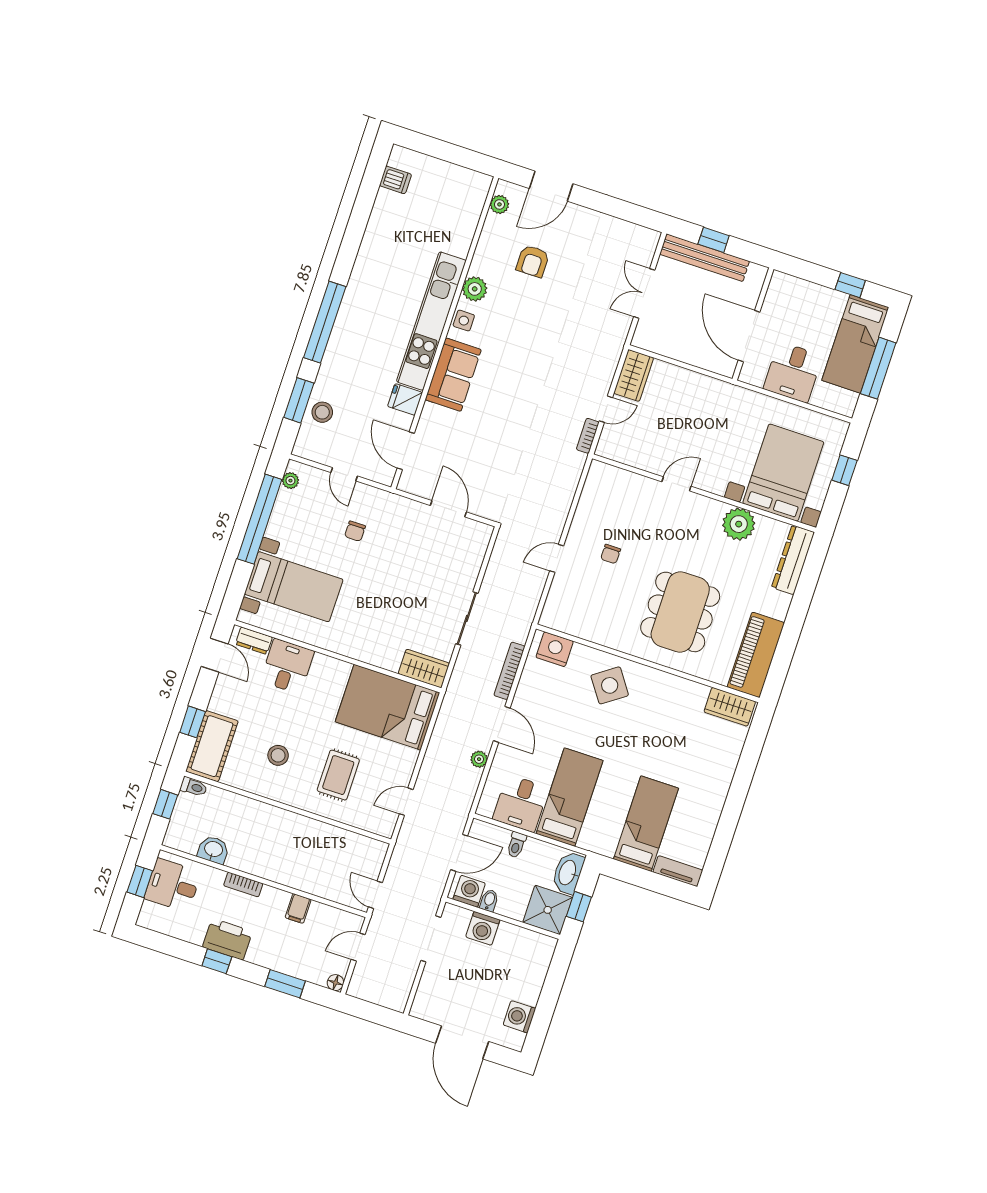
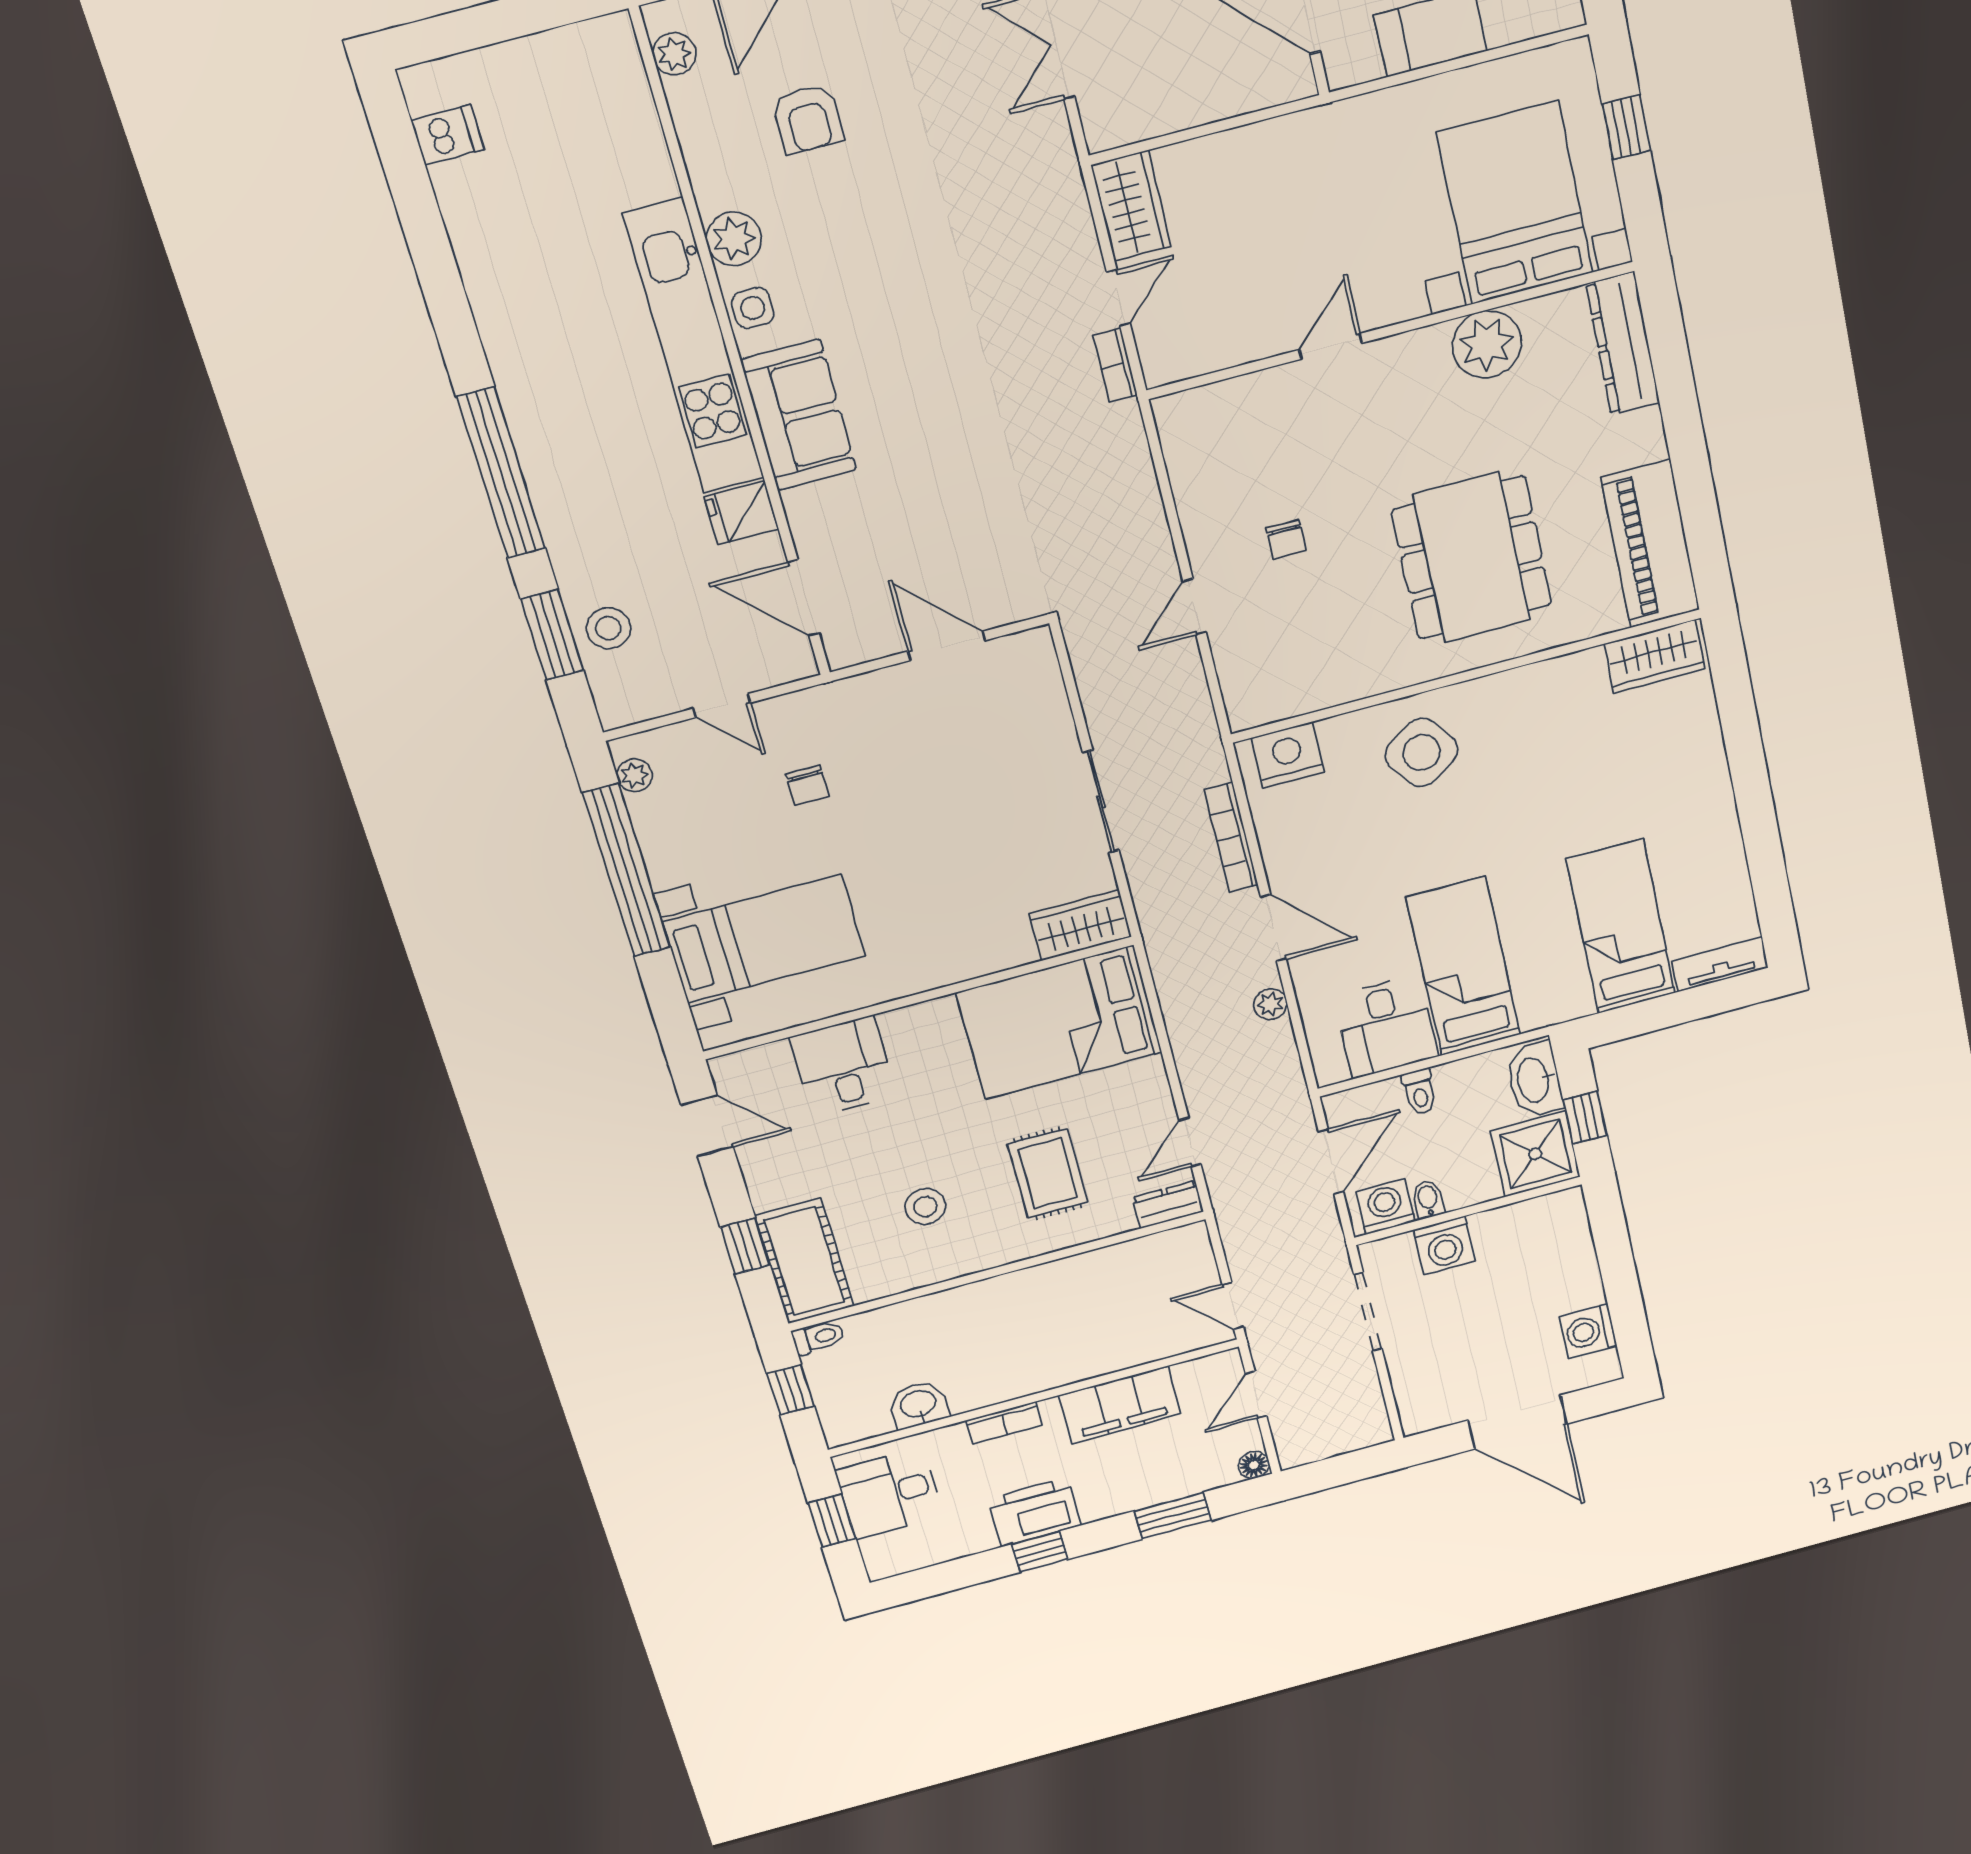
dresser: (254, 641) -> (1168, 1205), moved, turned 180
filing cabinet: (298, 908) -> (1120, 1405), width x3.00, depth x1.17

